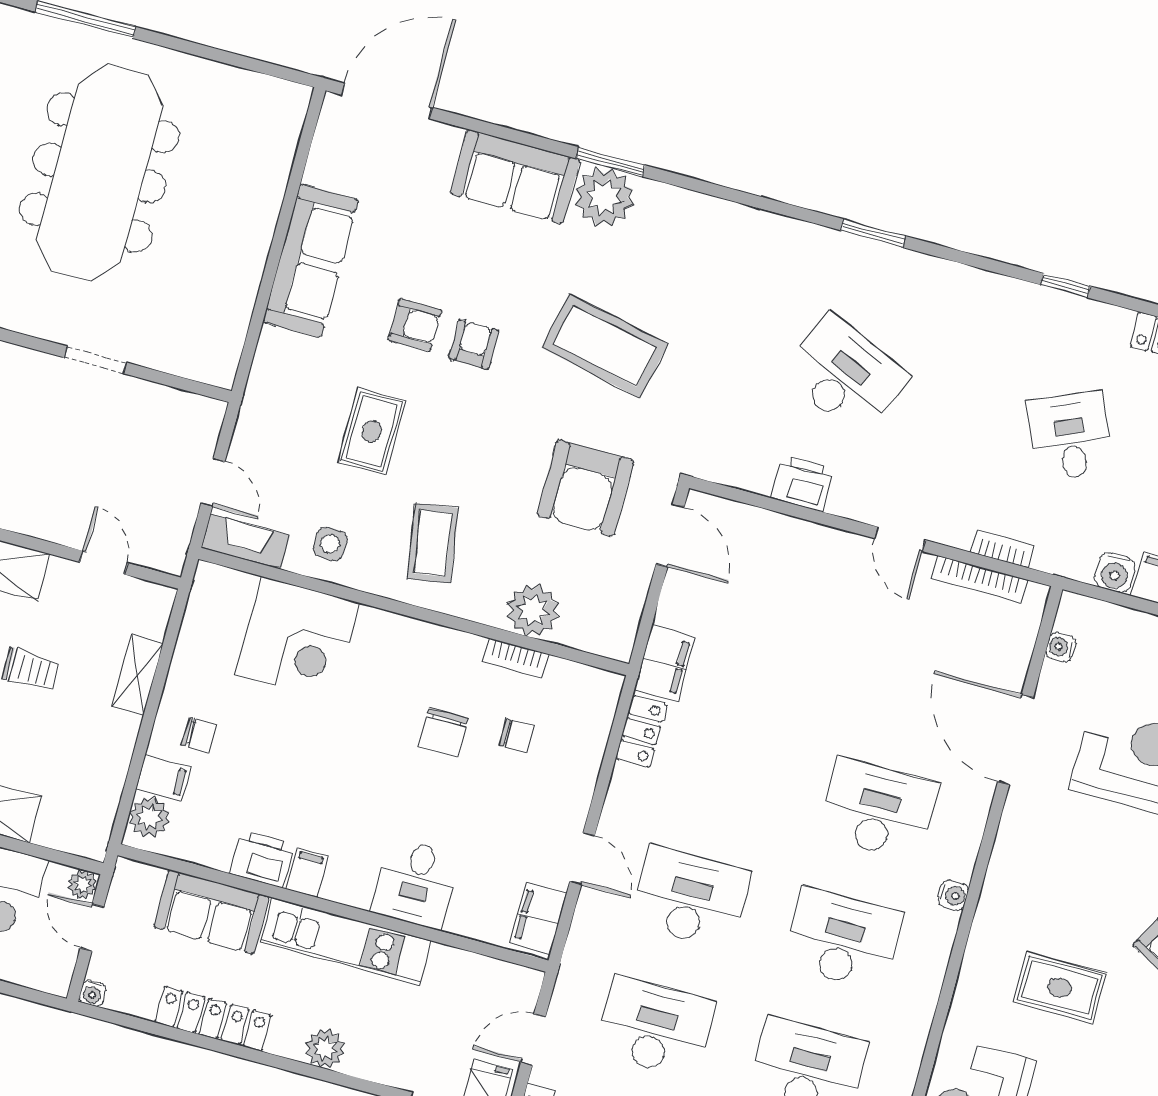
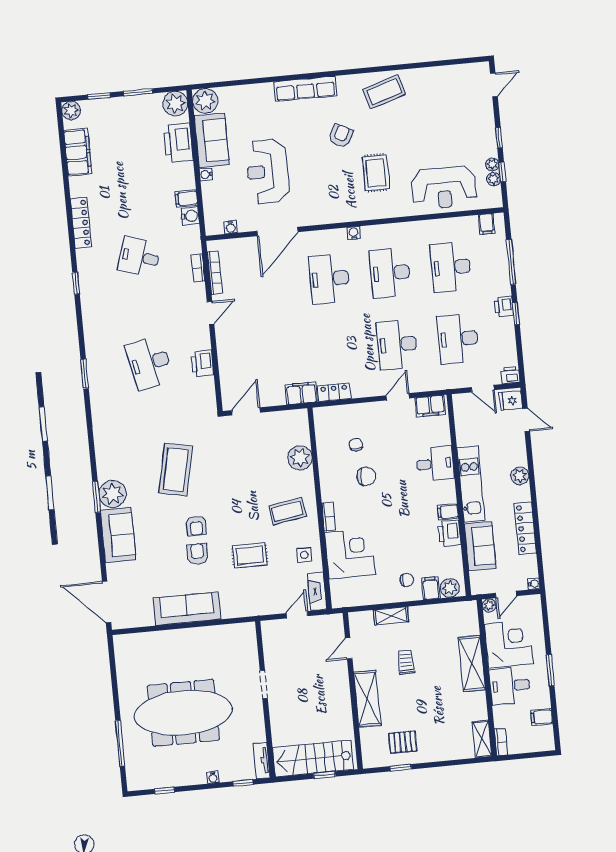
armchair: (474, 344) -> (196, 526), turned -90
desk: (845, 375) -> (149, 363), turned -36
desk: (1070, 436) -> (139, 257), turned 42
armchair: (585, 488) -> (239, 455), removed
bookcase: (515, 658) -> (329, 517), moved
chair: (199, 735) -> (407, 580), turned 90

